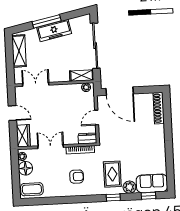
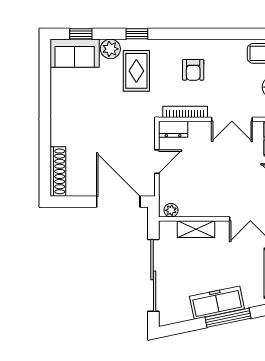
shelving: (82, 76) -> (196, 229), moved
armchair: (77, 177) -> (193, 70), turned -90

